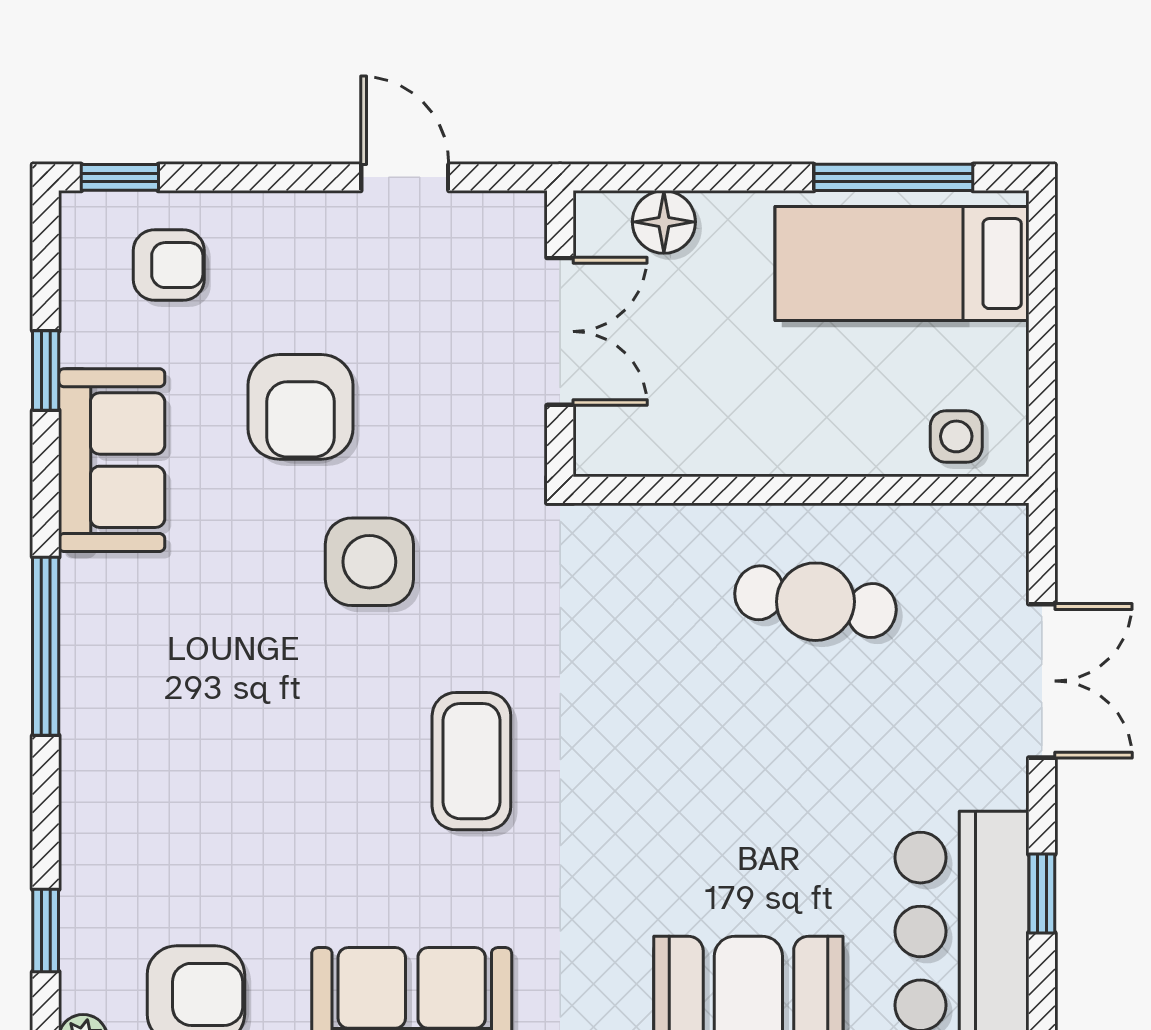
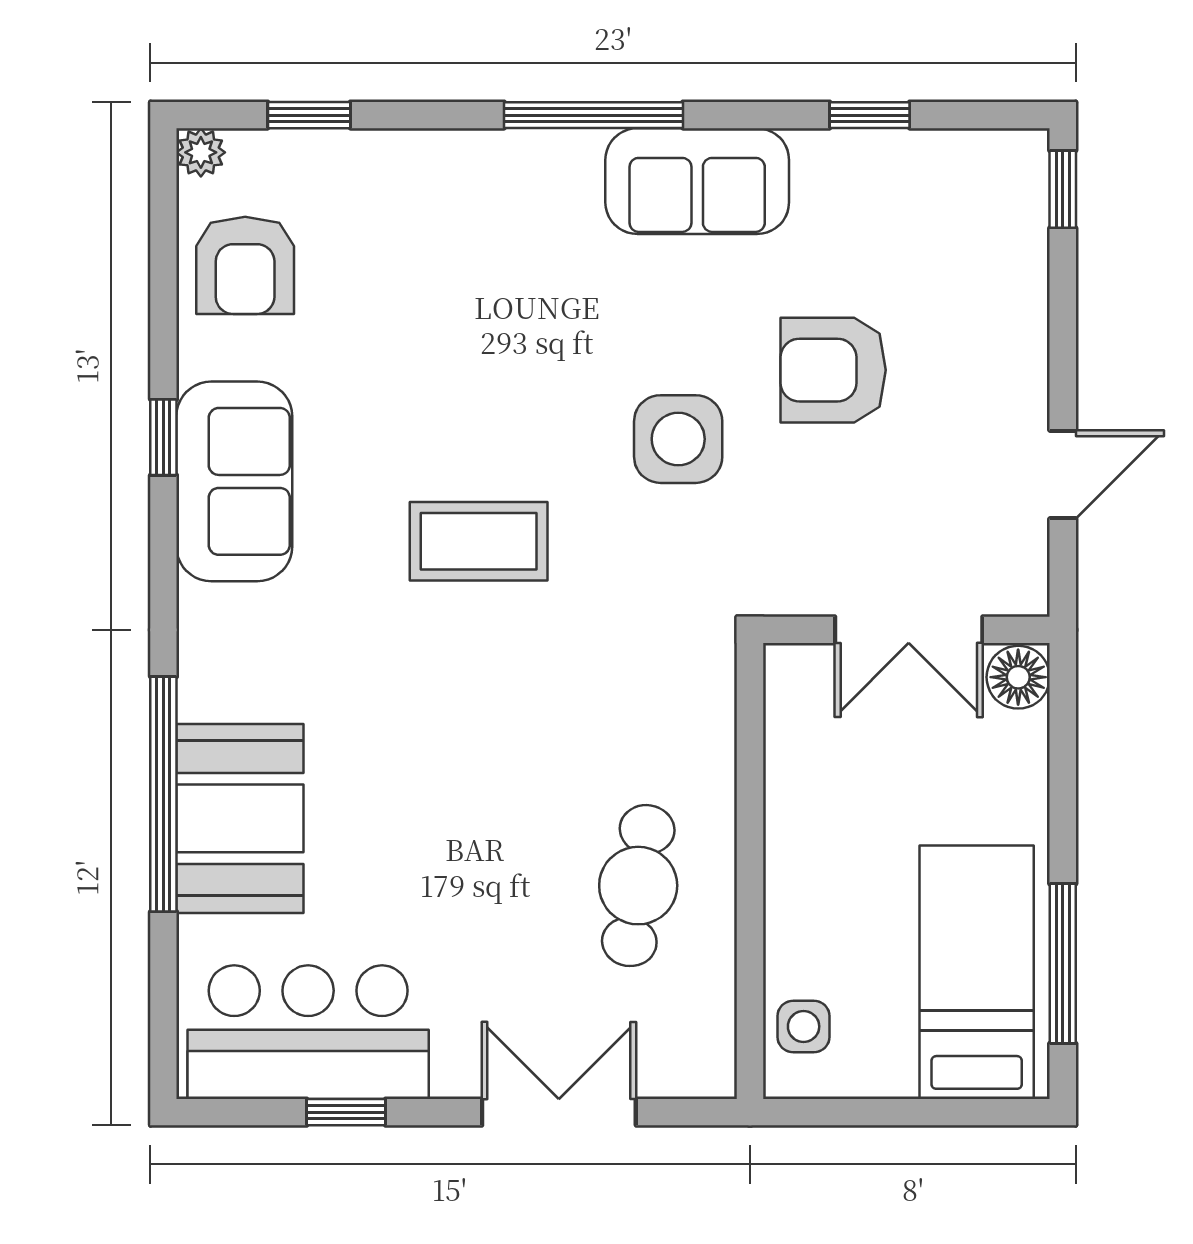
floor lamp: (664, 222) -> (1018, 677), moved
armchair: (169, 265) -> (975, 238), removed
sofa: (112, 460) -> (697, 181), moved
double door: (1042, 681) -> (559, 1112), swing flipped

